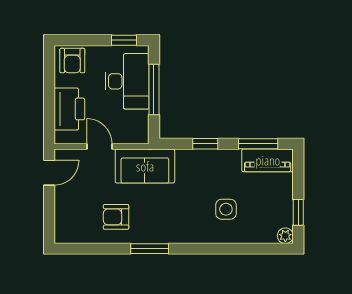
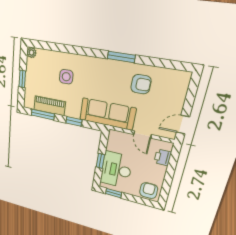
window: (154, 89) -> (100, 161), width x0.46
printer: (69, 109) -> (163, 157), width x0.53, depth x0.68
piano: (268, 160) -> (50, 106), moved
sofa: (145, 166) -> (107, 114), width x1.36
window: (298, 212) -> (22, 79), moved

